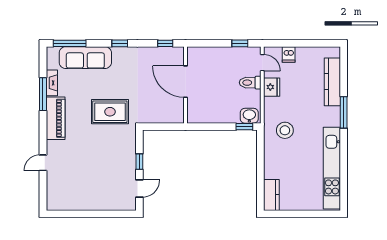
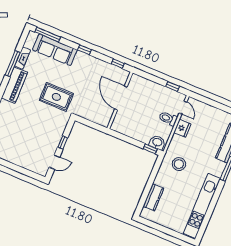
dishwasher: (289, 54) -> (205, 110), removed
kitchen counter: (271, 195) -> (153, 197), moved

